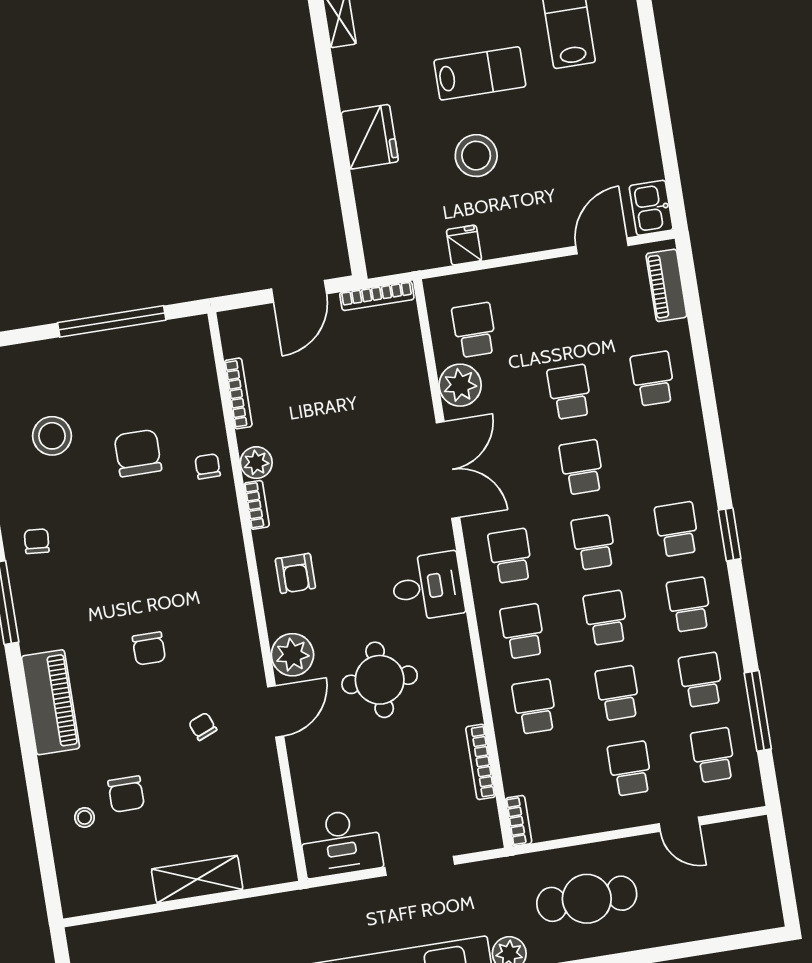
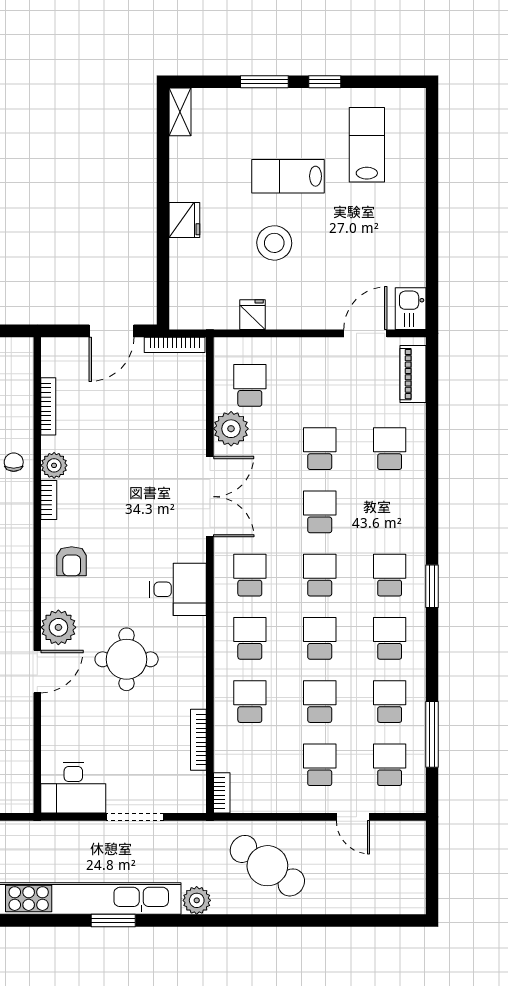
lab bench: (480, 73) -> (288, 176), turned 180
fridge: (370, 137) -> (184, 220), width x0.73, depth x0.75
cafe table: (587, 899) -> (267, 866), turned 35

